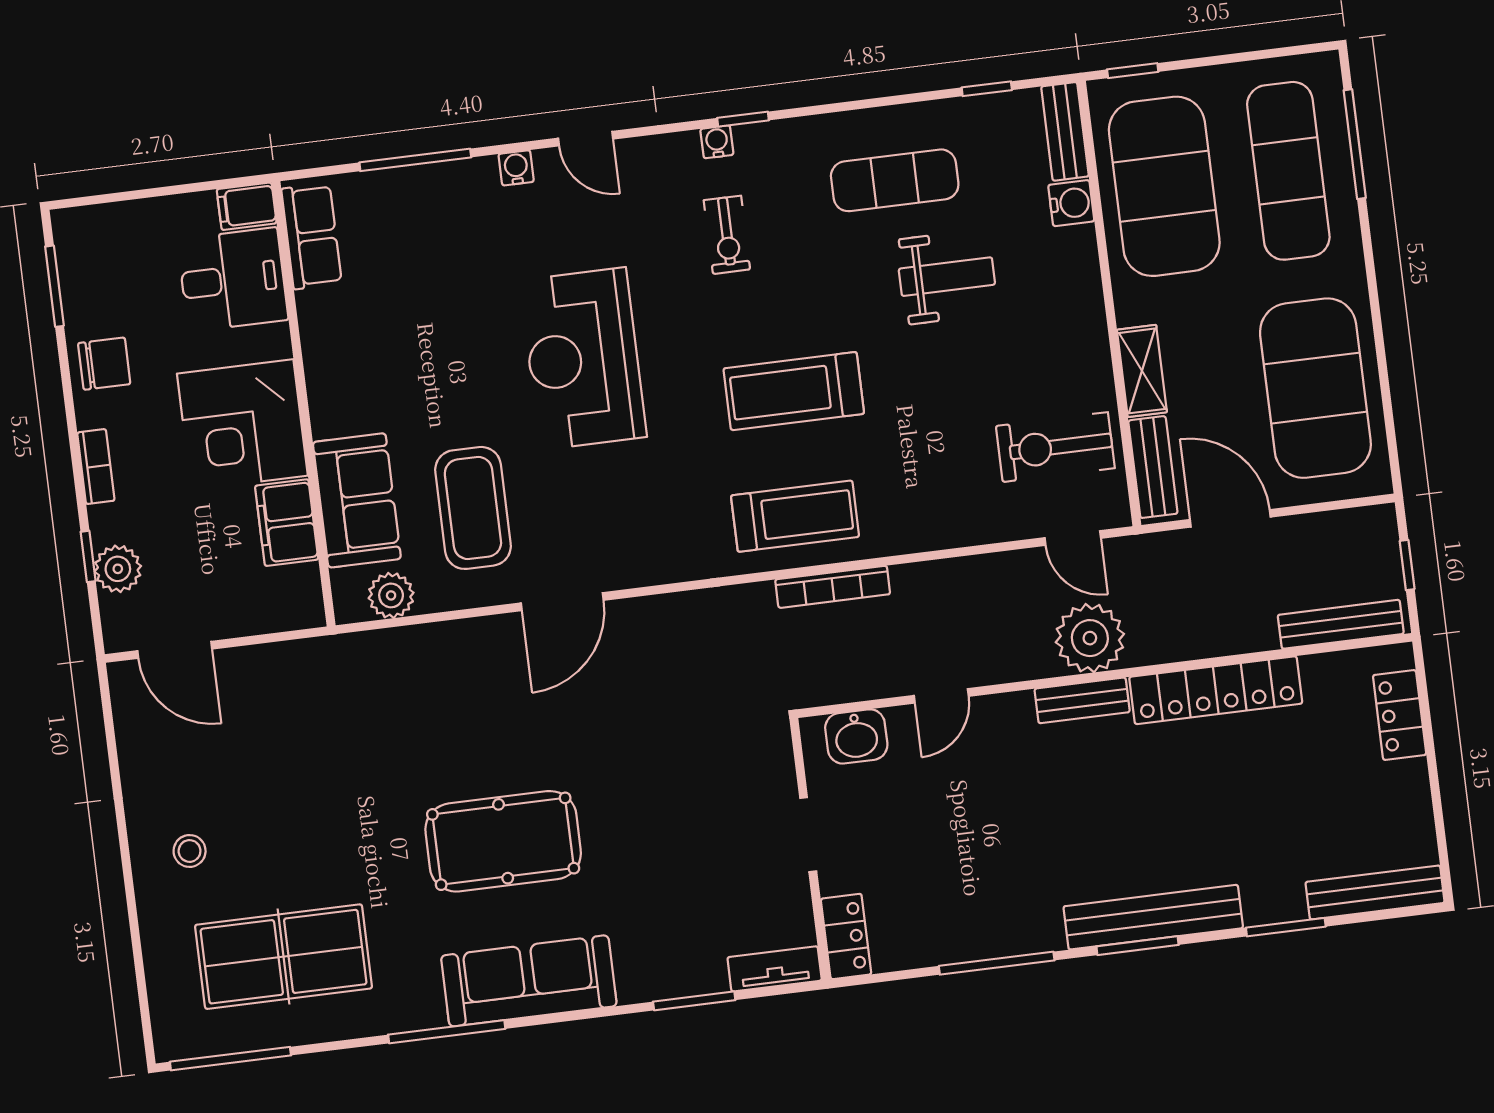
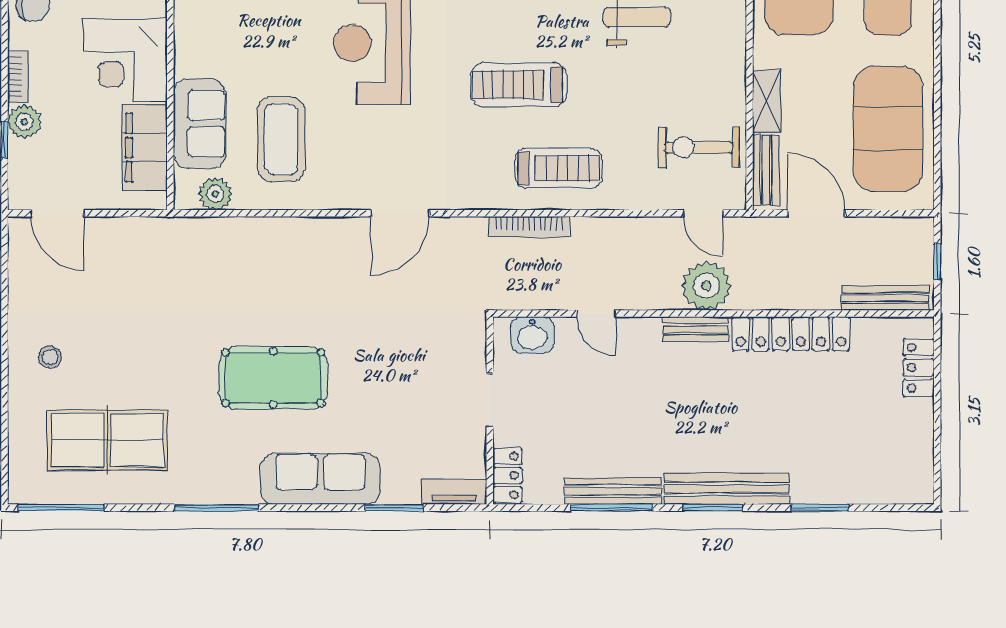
treadmill: (795, 516) -> (558, 168), moved
filing cabinet: (287, 523) -> (145, 148), width x1.50, depth x1.17
plant: (118, 569) -> (24, 122), moved
door: (562, 602) -> (400, 213), moved
door: (941, 696) -> (596, 314), hinge flipped
bench: (1375, 892) -> (613, 491), moved
sofa: (529, 981) -> (320, 479), moved

